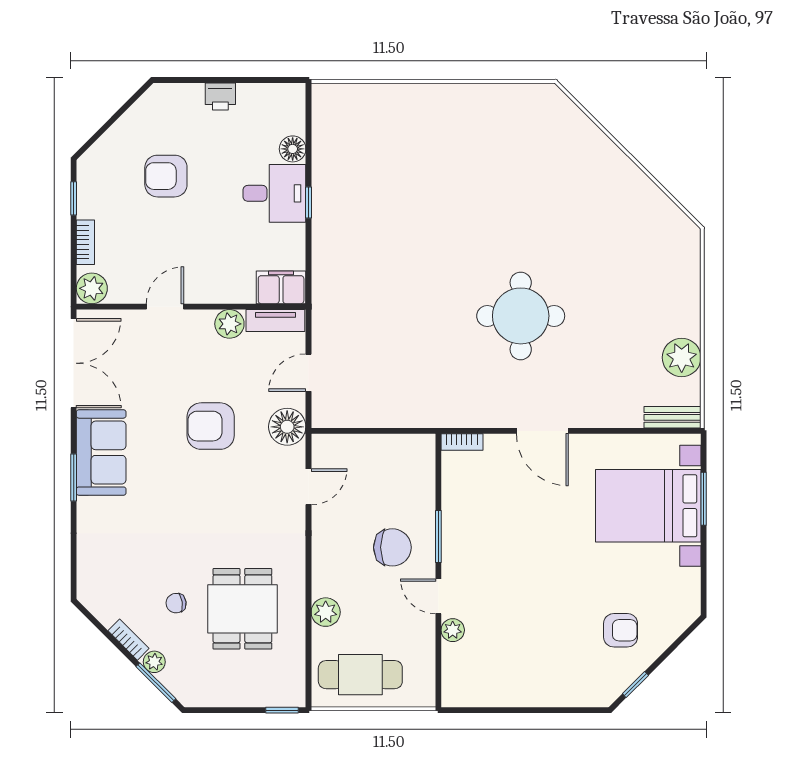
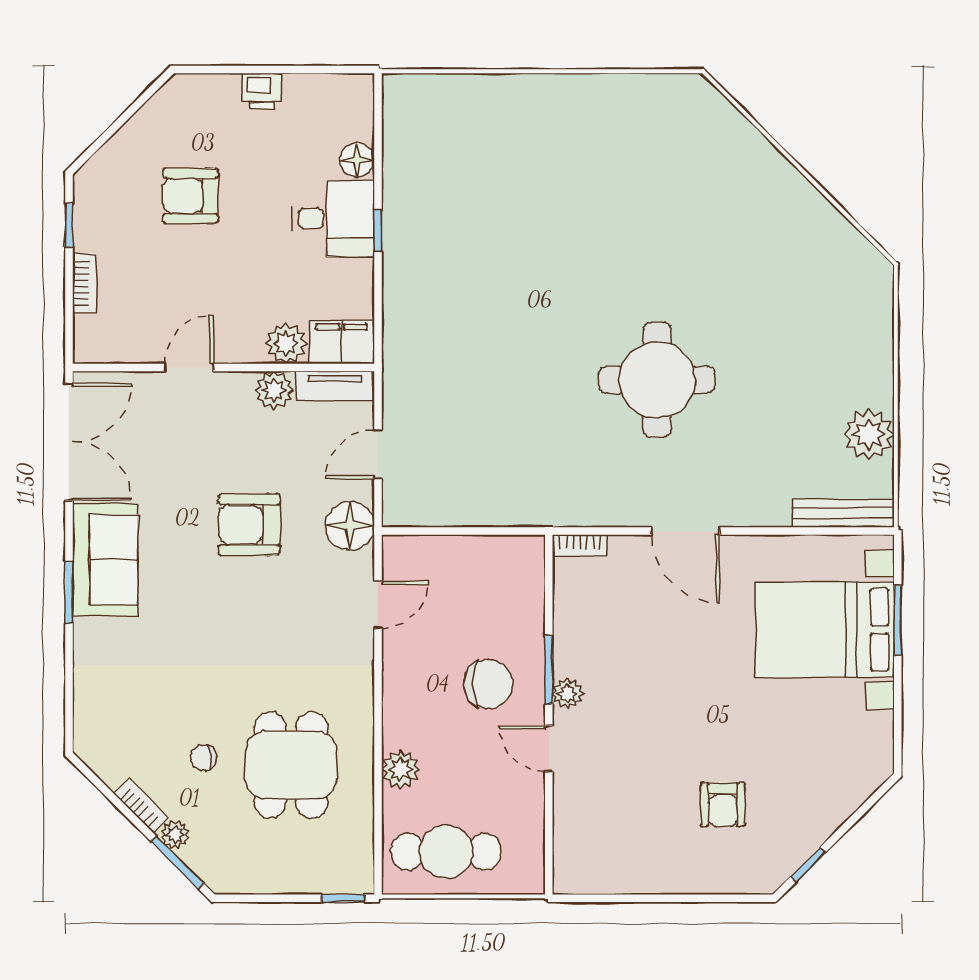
plant: (92, 288) -> (286, 344), moved
bench: (672, 417) -> (843, 513), width x1.36
plant: (453, 630) -> (568, 694), moved
armchair: (621, 630) -> (723, 804), moved, turned 90

